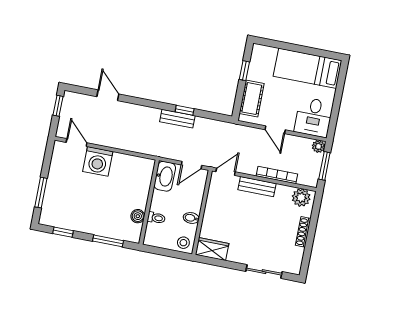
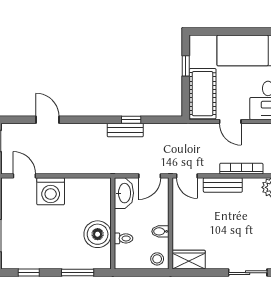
cot: (252, 99) -> (203, 94), width x1.37, depth x1.34
door: (226, 172) -> (187, 176), swing flipped
boiler: (138, 216) -> (98, 234), width x1.86, depth x1.86

